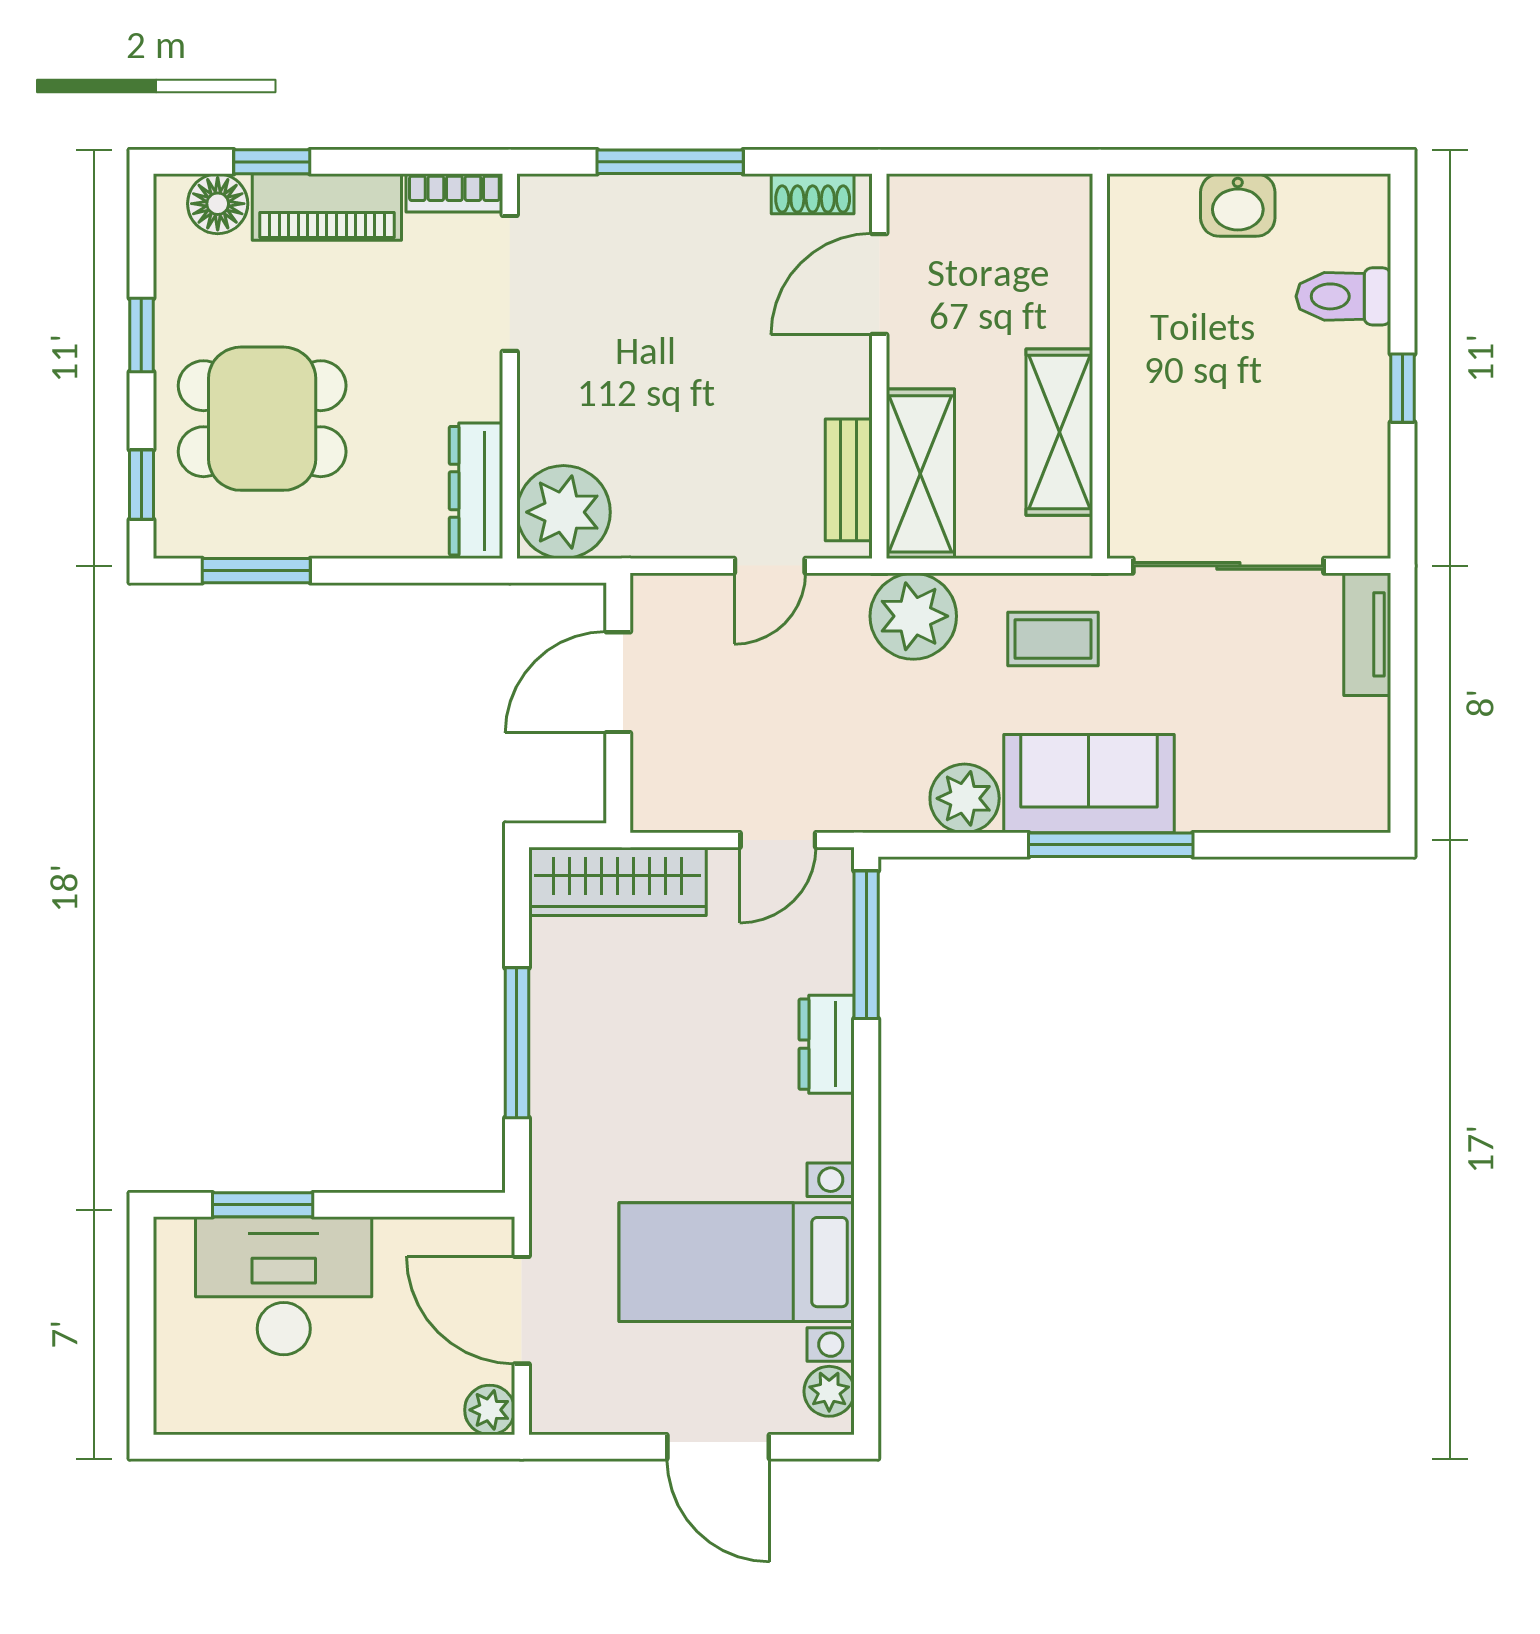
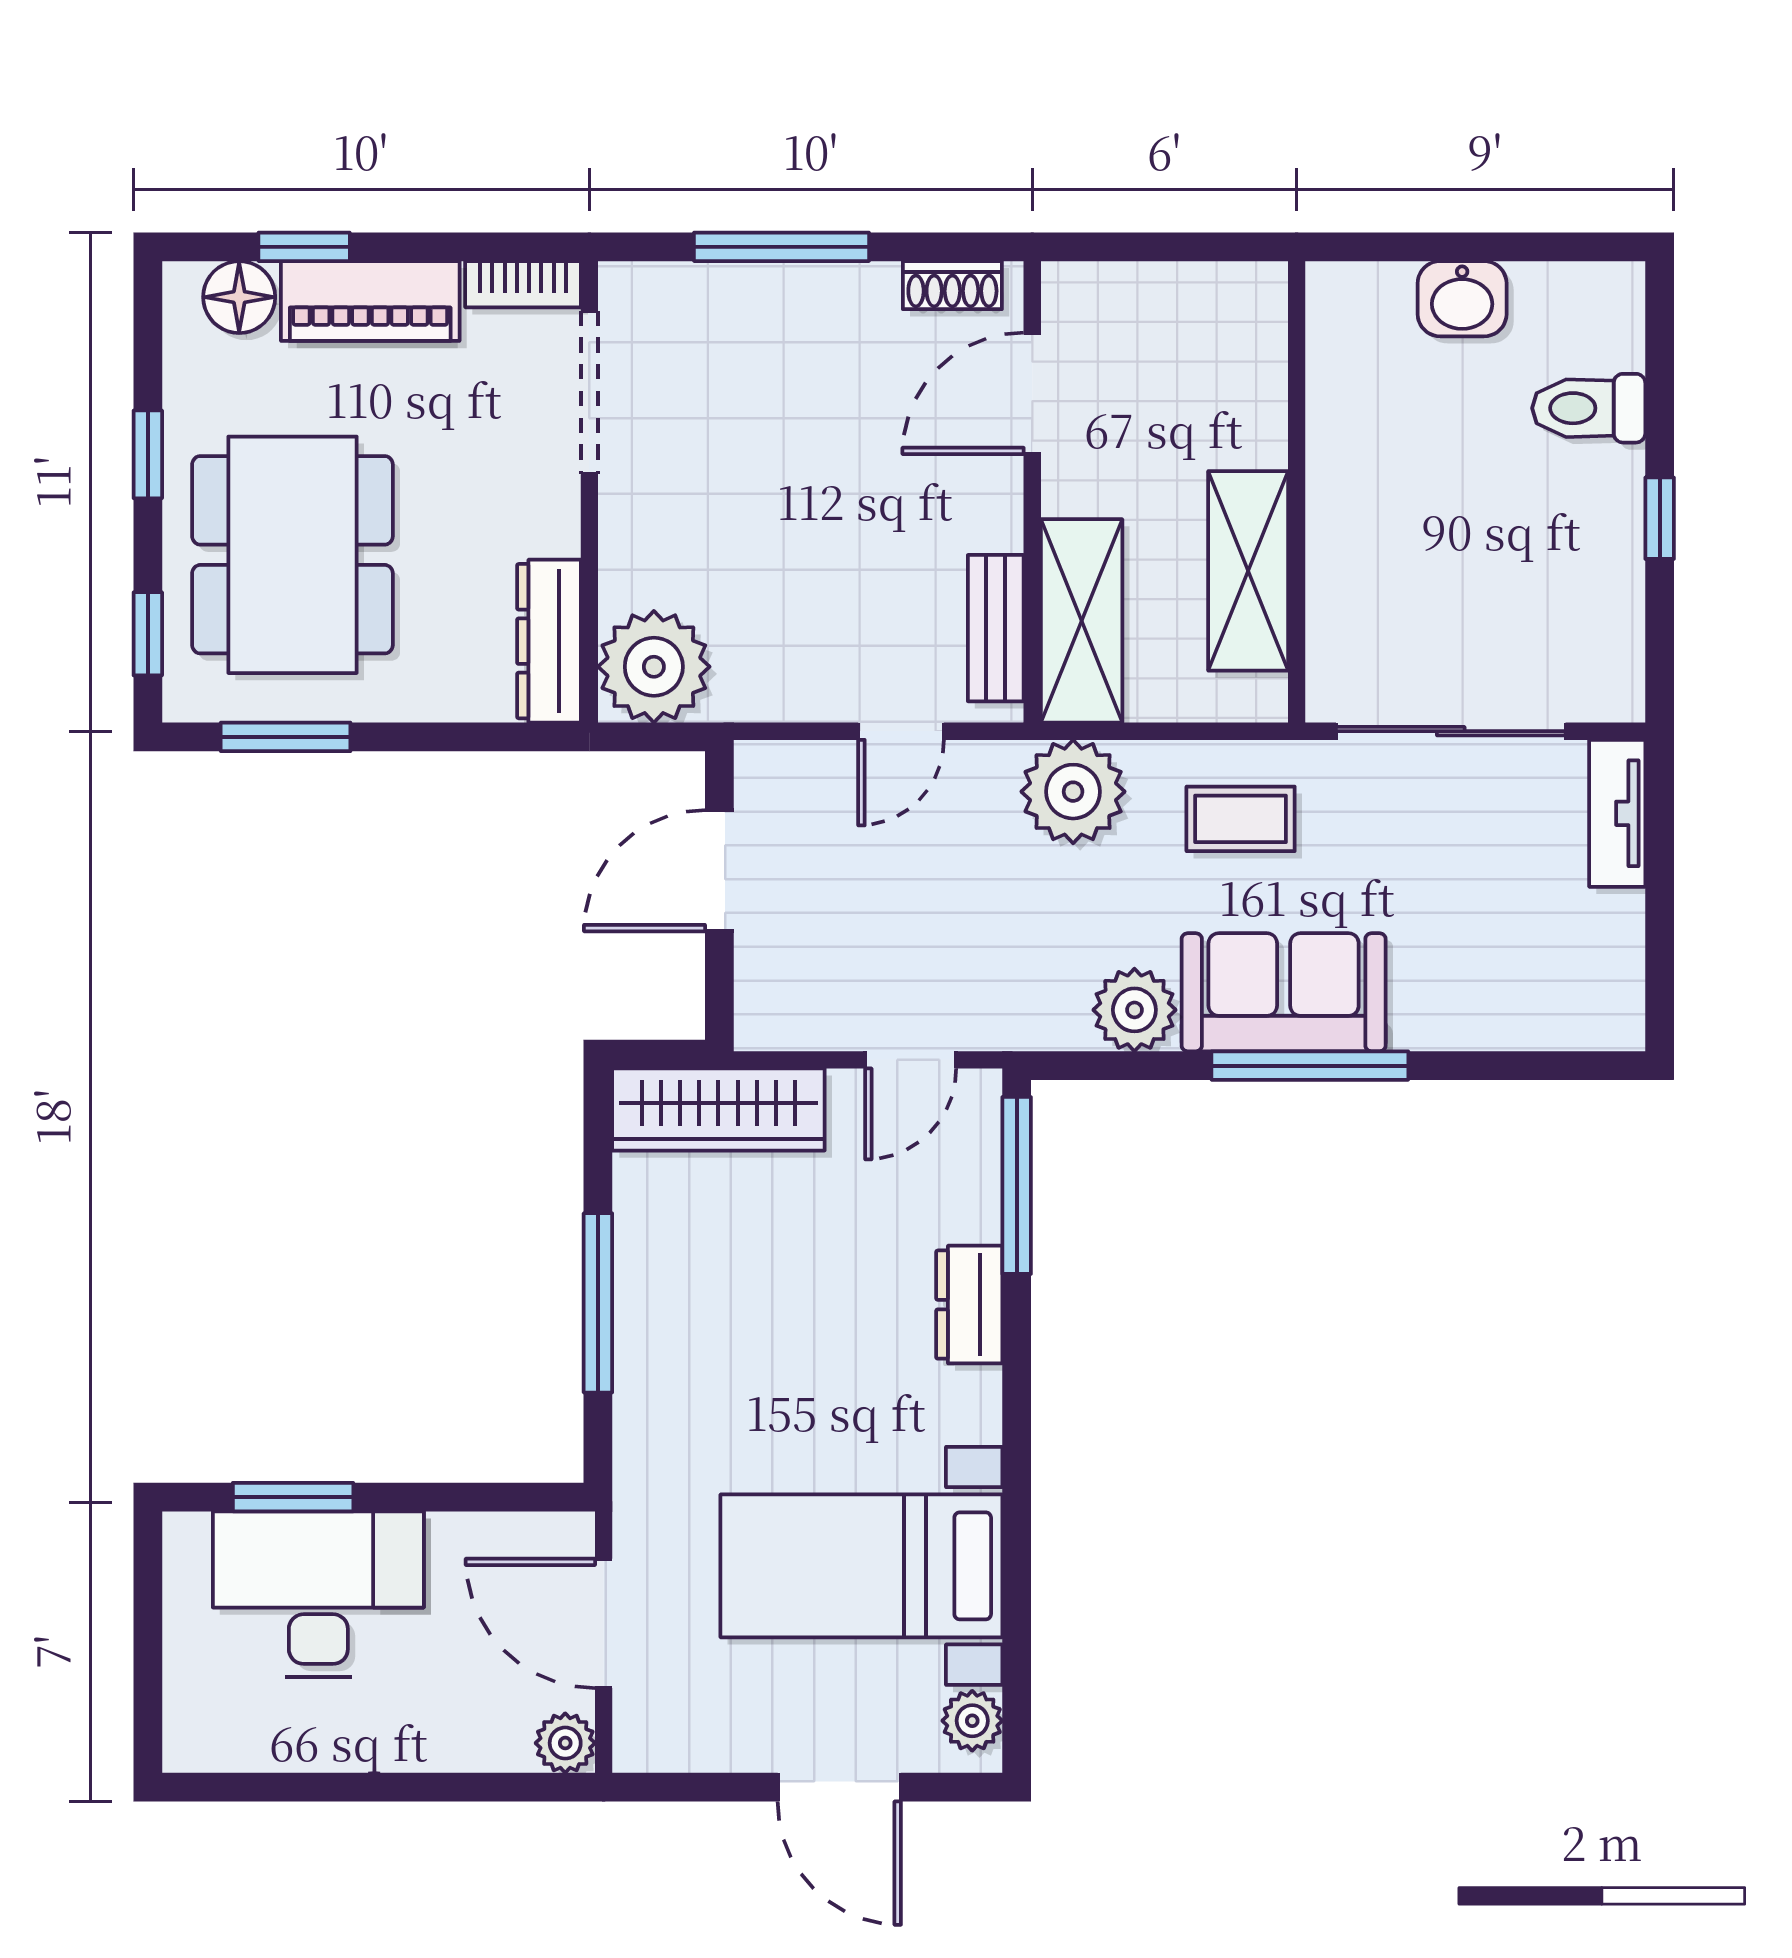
dining table: (262, 419) -> (292, 555), width x1.37

